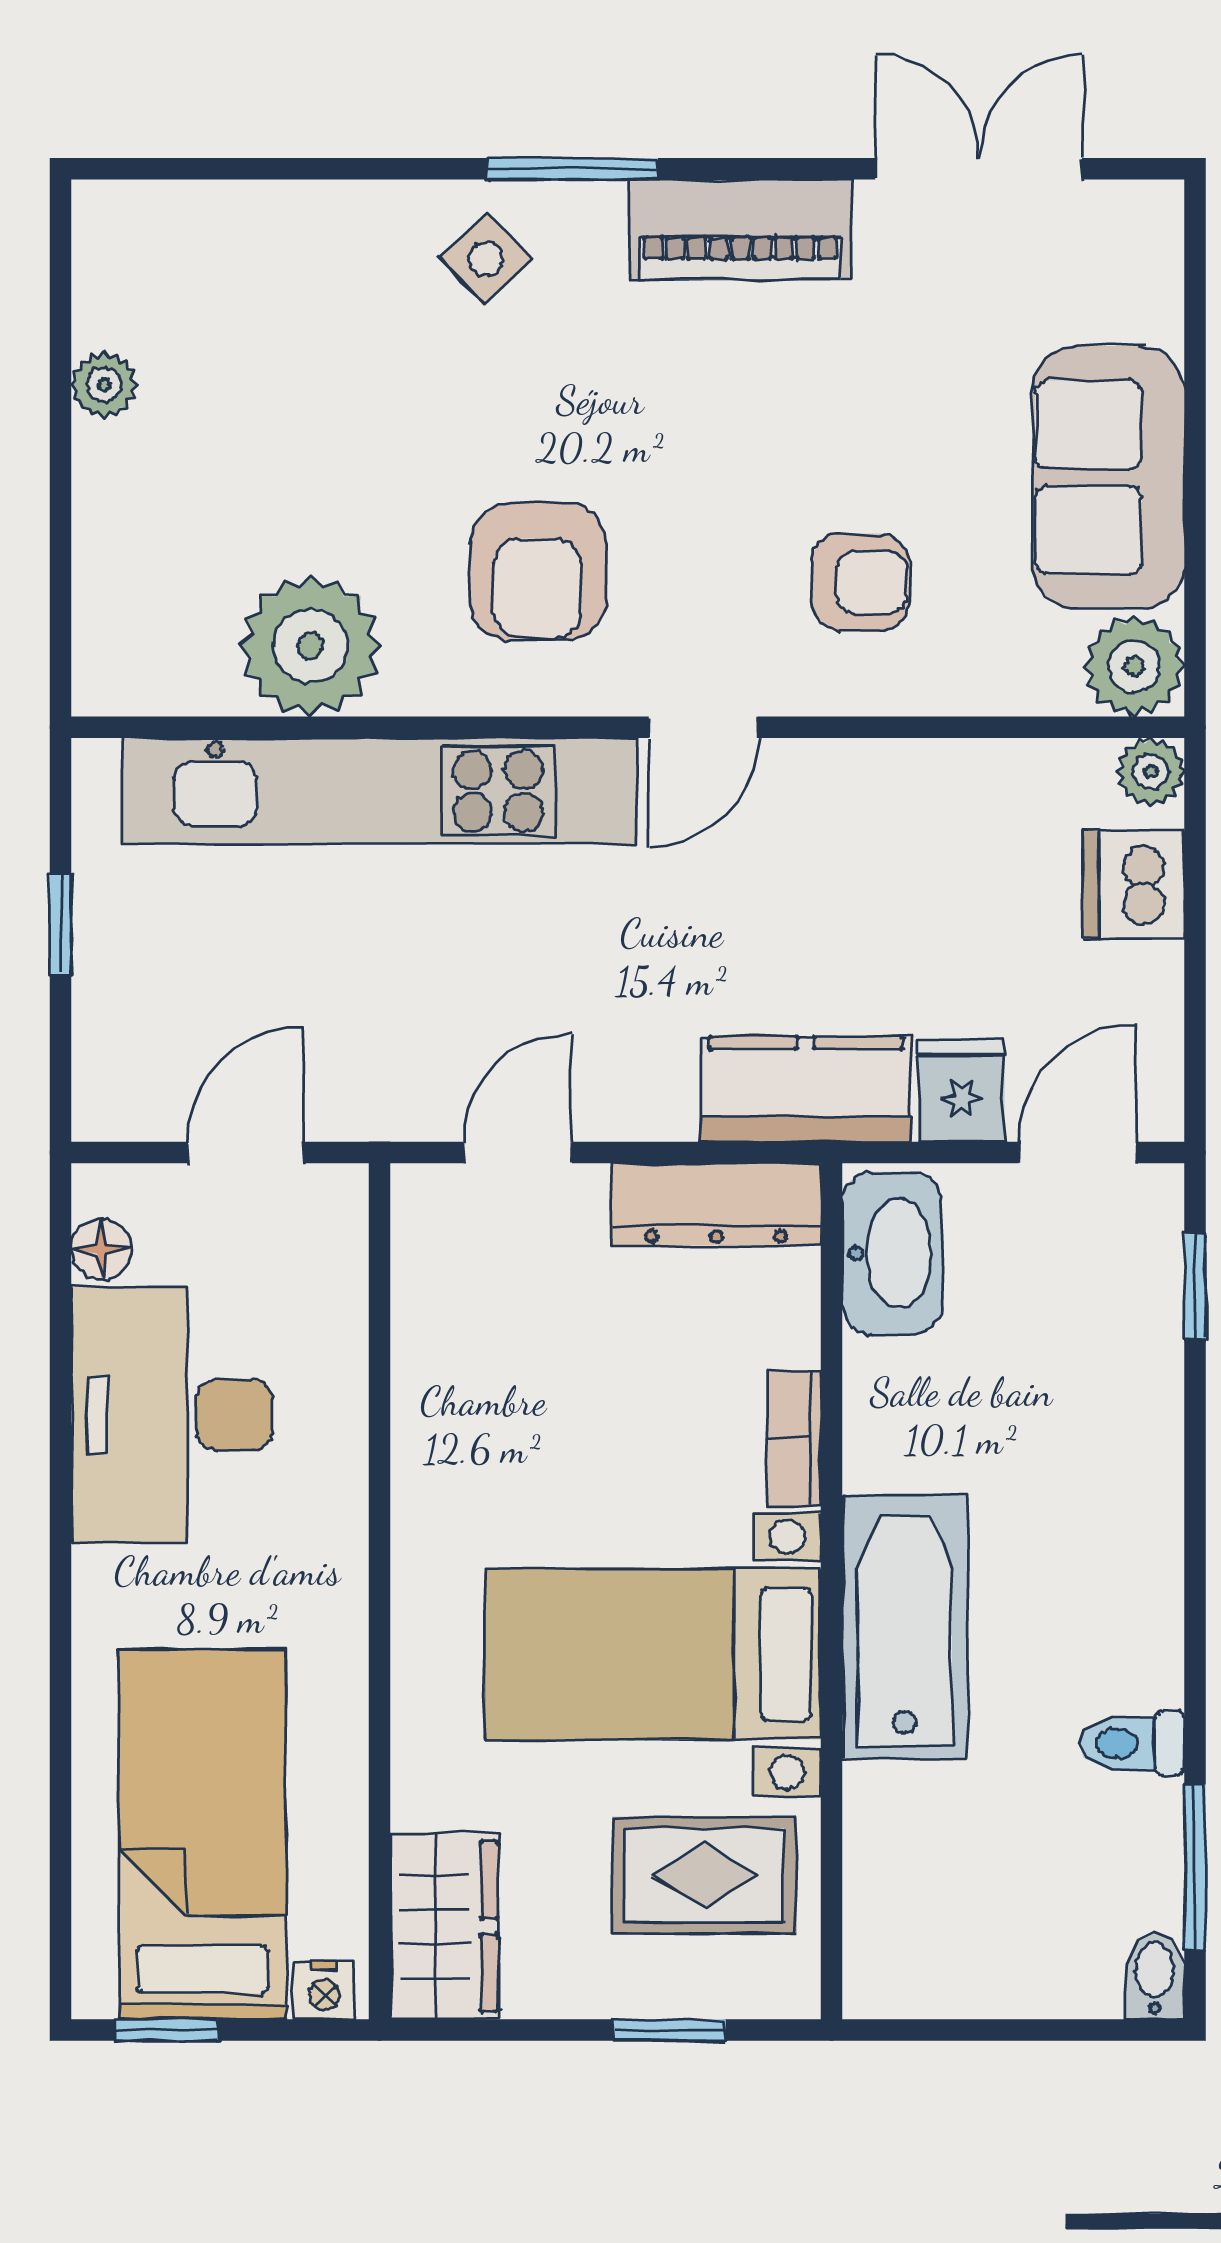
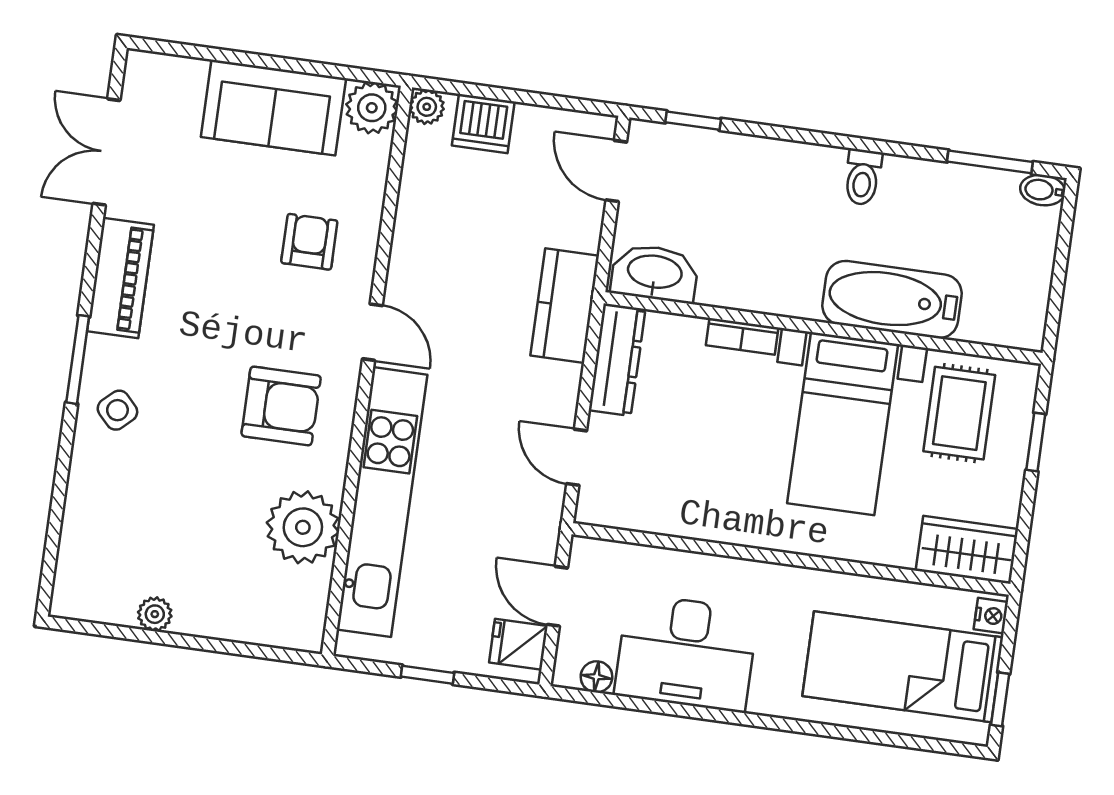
fridge: (961, 1091) -> (518, 644), moved
bathtub: (905, 1627) -> (892, 300), moved
toilet: (1132, 1743) -> (863, 177), moved

